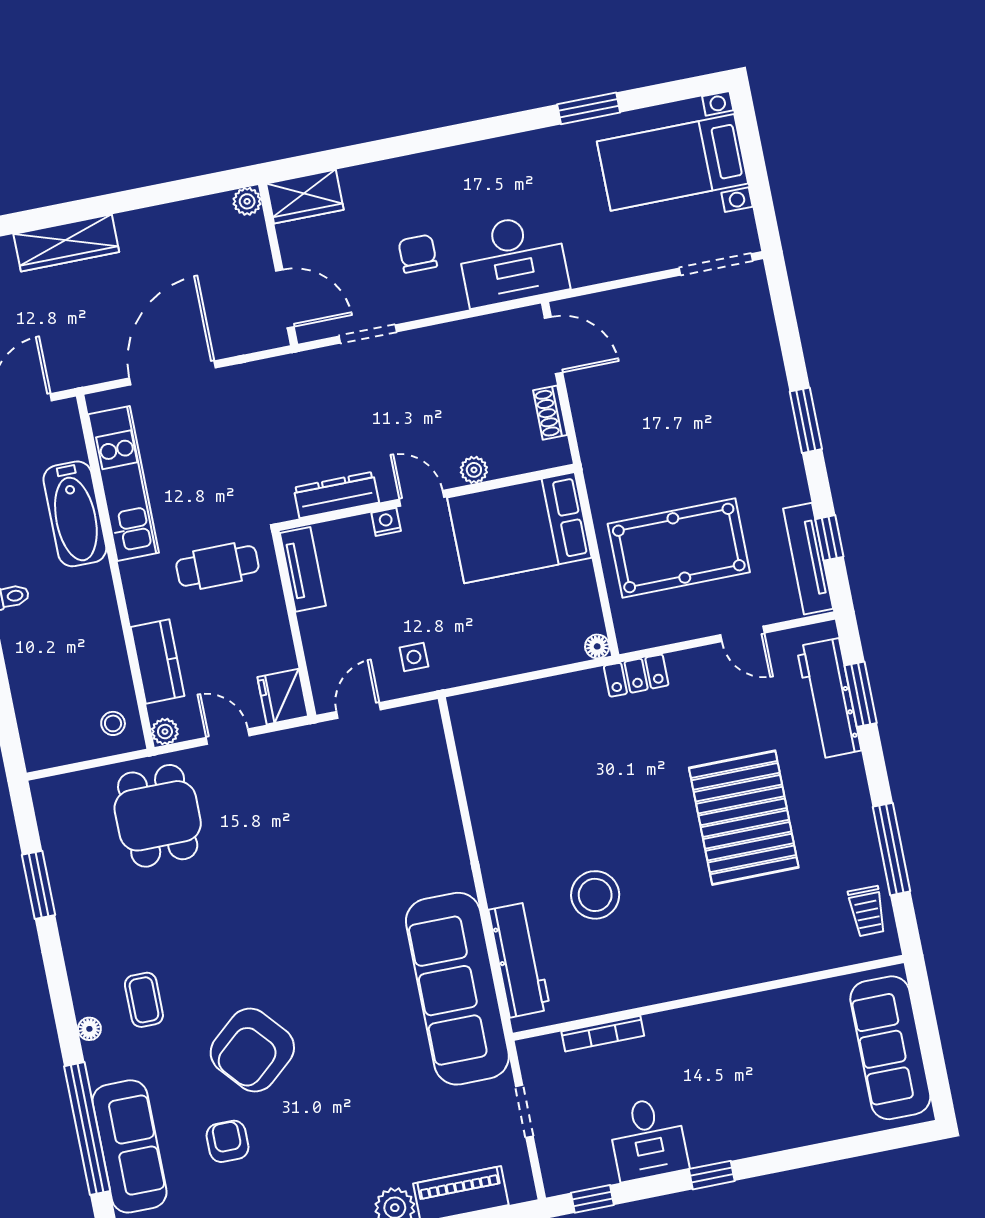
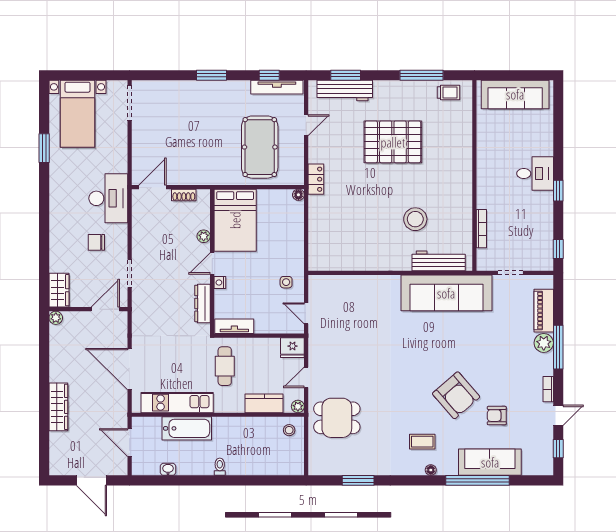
desk: (648, 1139) -> (535, 174), moved

